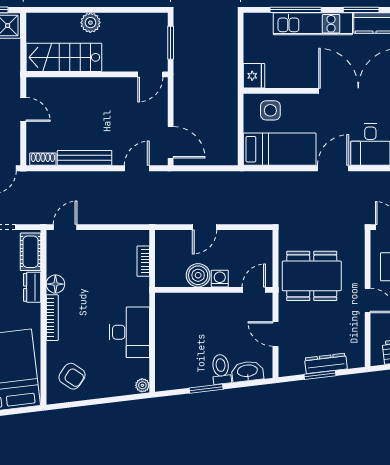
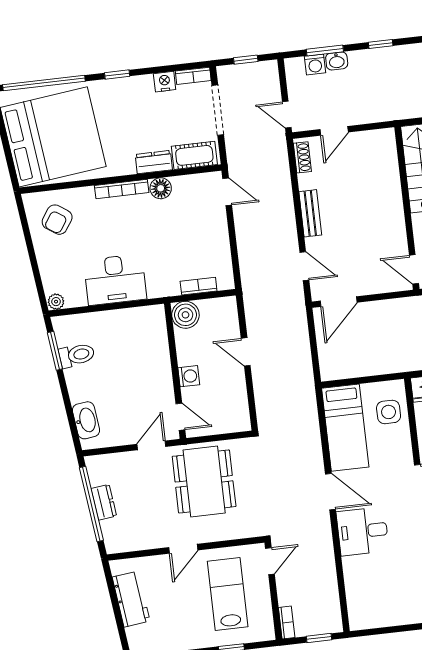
door: (23, 109) -> (334, 131), moved
bench: (85, 158) -> (310, 213), width x0.73
boiler: (198, 275) -> (185, 315), moved
door: (275, 334) -> (151, 445), moved
dresser: (326, 363) -> (104, 502), width x0.70
toilet: (221, 369) -> (77, 355), moved
window: (320, 375) -> (91, 504), width x2.11
window: (206, 389) -> (55, 351), moved

